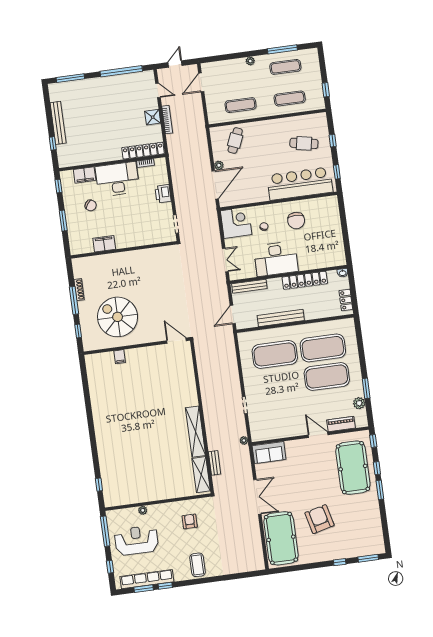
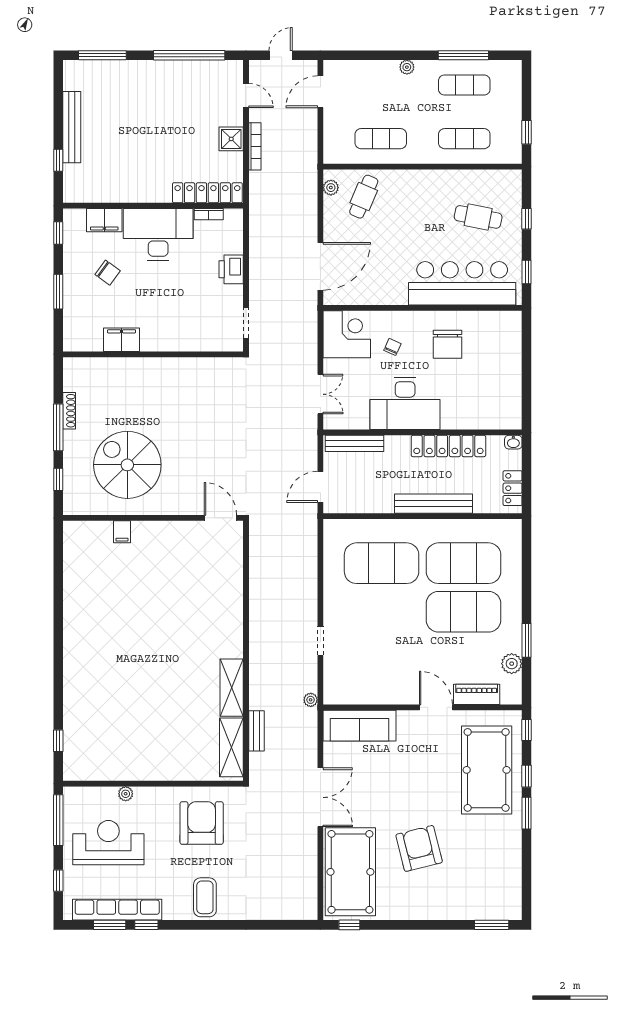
plant: (219, 165) -> (331, 188), moved
bench: (281, 318) -> (433, 504), moved
shelving: (196, 432) -> (232, 688), width x0.68
sofa: (269, 452) -> (360, 726), width x1.36
armchair: (190, 521) -> (202, 823), width x1.88, depth x1.88
window: (340, 562) -> (349, 925), moved

